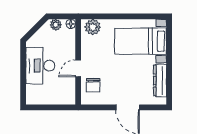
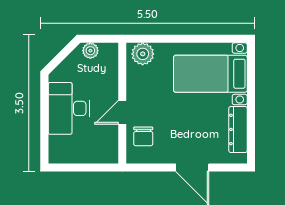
floor lamp: (71, 24) -> (112, 49), removed

